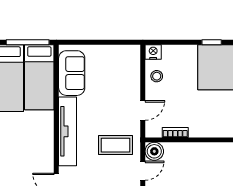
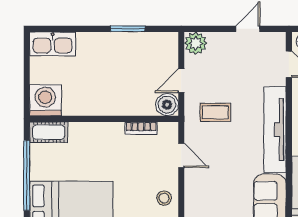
door: (143, 110) -> (181, 156), swing flipped
coffee table: (116, 145) -> (215, 112), width x0.73, depth x0.77

